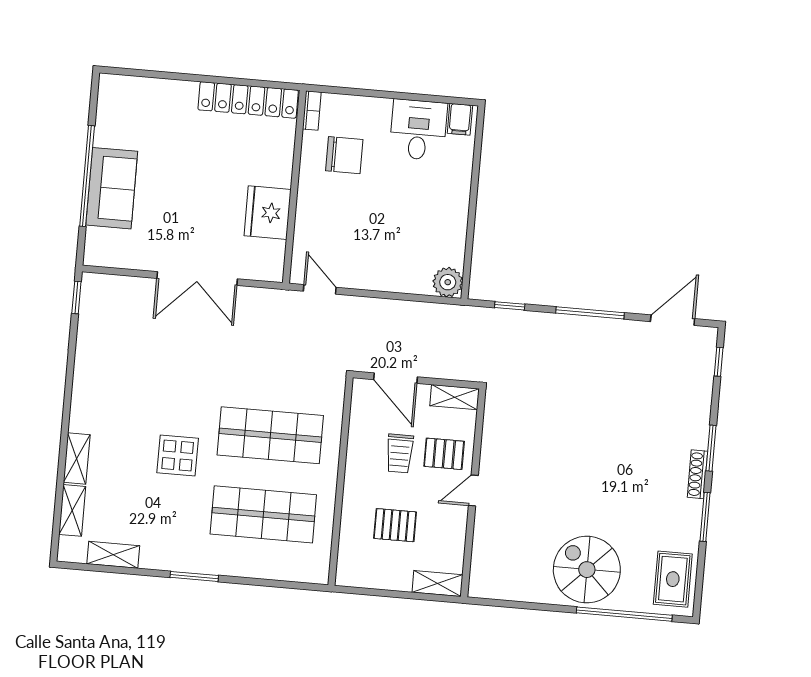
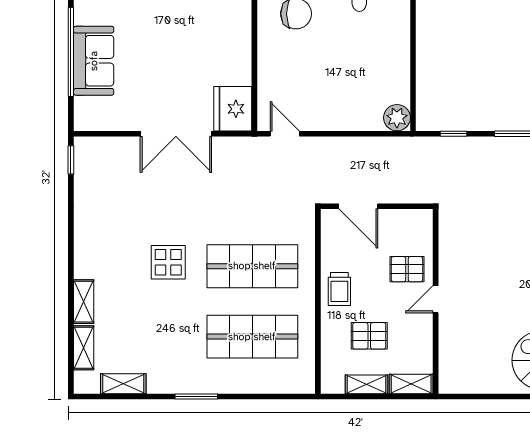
fridge: (268, 213) -> (233, 109), moved
shelving: (455, 397) -> (366, 384), moved
trolley: (400, 453) -> (339, 289), moved
display table: (178, 455) -> (168, 262), moved

